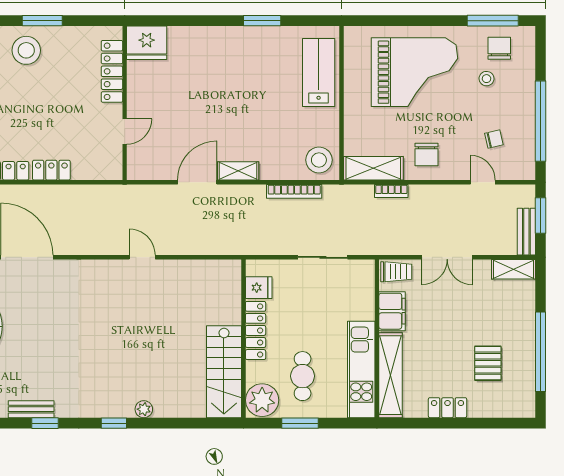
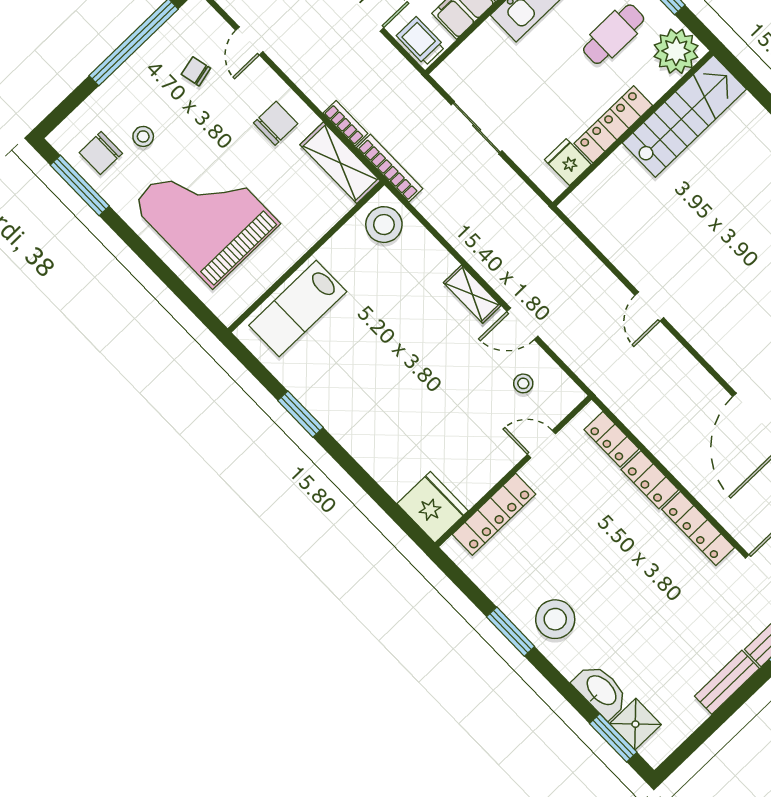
stool: (166, 153) -> (523, 383), added
locker: (92, 171) -> (612, 439), added
door: (197, 182) -> (522, 324), width x0.73
bookcase: (294, 191) -> (390, 168), moved

